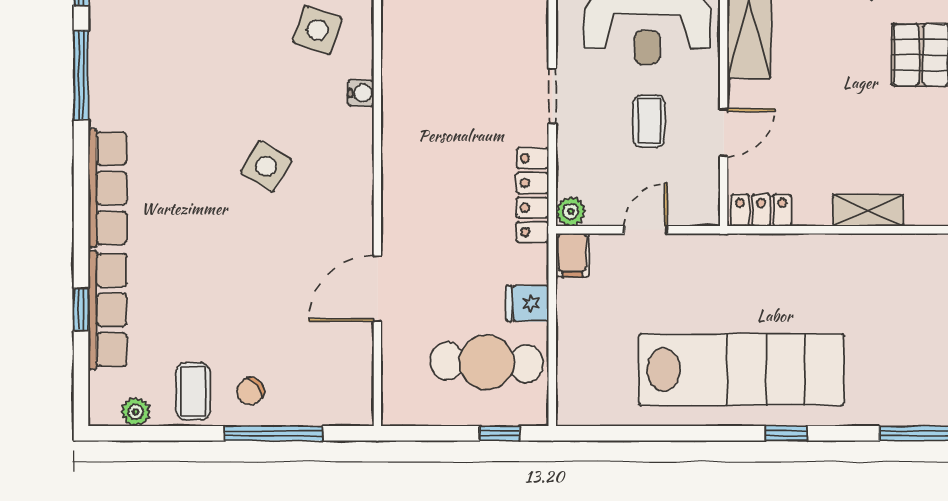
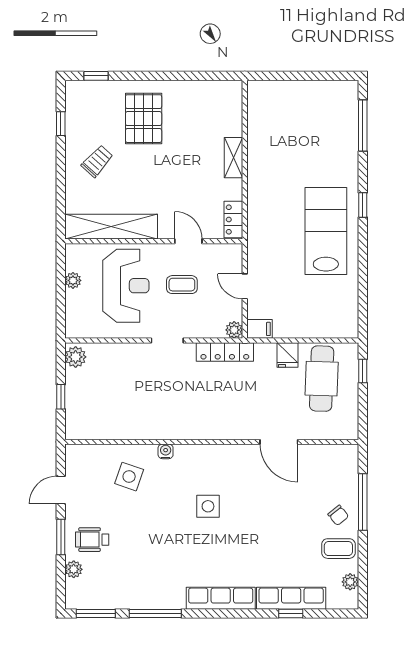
side table: (266, 166) -> (208, 506), turned -31
lab bench: (741, 370) -> (326, 231), width x0.73

